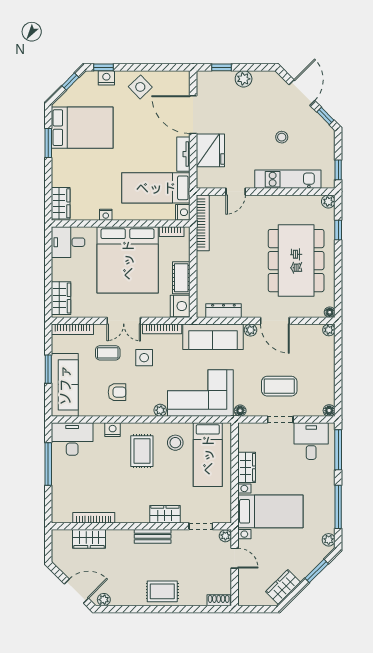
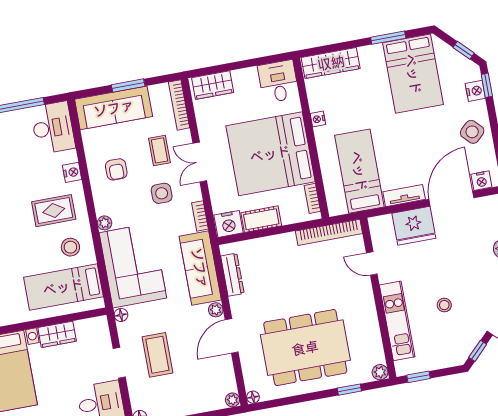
wardrobe: (61, 203) -> (331, 63), width x1.50
nightstand: (183, 212) -> (481, 181), moved
bookcase: (162, 329) -> (200, 216), width x0.64

